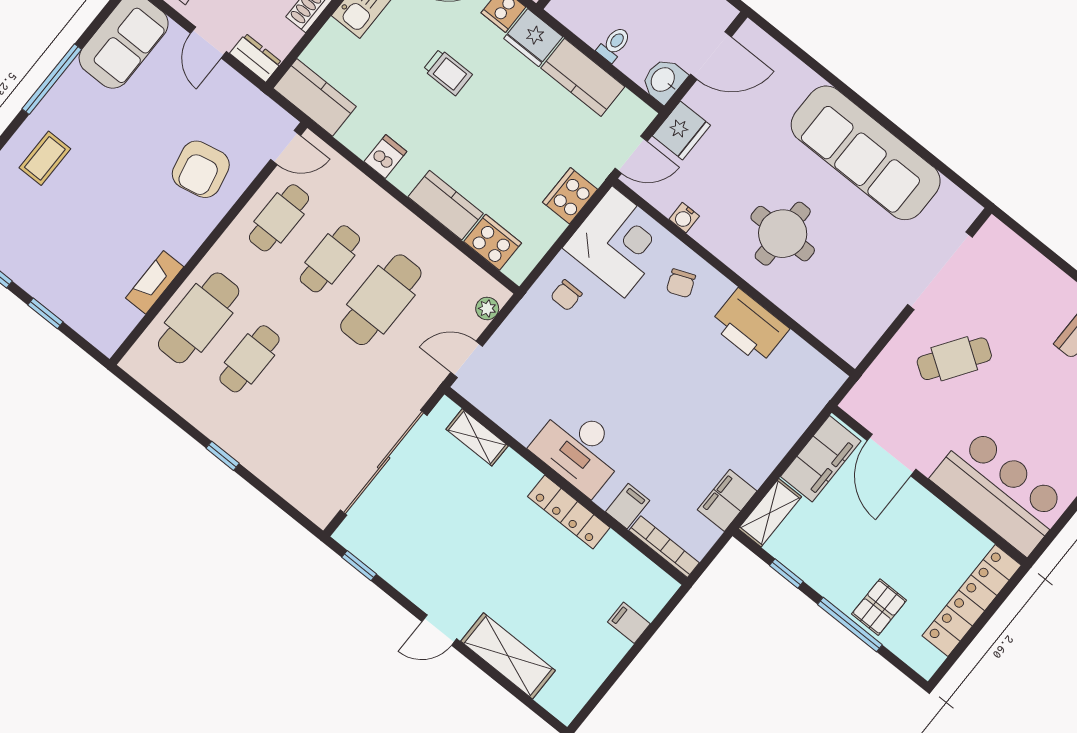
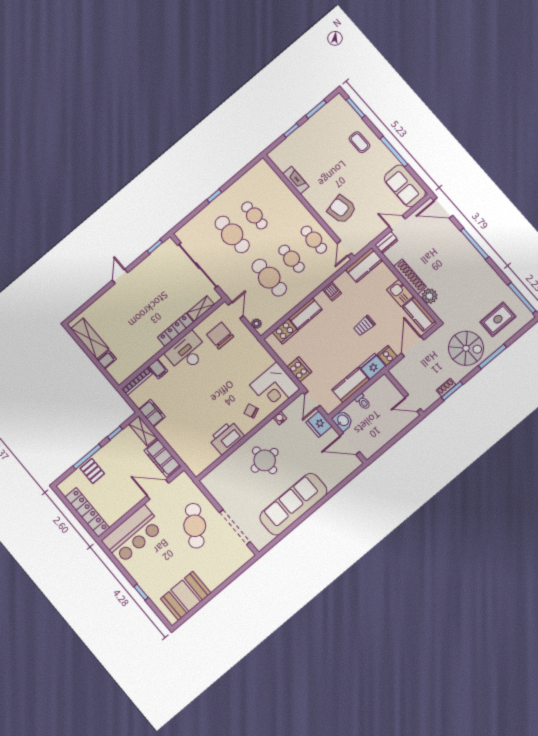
door: (711, 56) -> (350, 444), hinge flipped
chair: (566, 295) -> (220, 336), moved, width x1.87, depth x1.87
cafe table: (199, 318) -> (232, 234), moved
cafe table: (954, 359) -> (195, 526), width x1.37, depth x1.35
locker: (569, 512) -> (176, 330), moved
shelving: (508, 656) -> (90, 339), moved, turned 90

